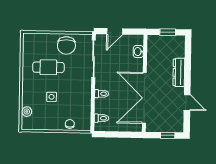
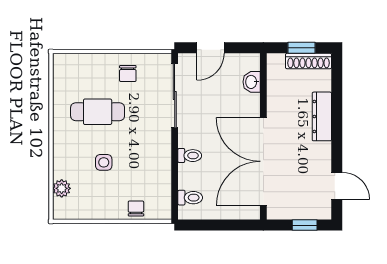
shoe rack: (172, 40) -> (309, 61), added
chair: (66, 45) -> (128, 74), width x0.54, depth x0.54
door: (187, 103) -> (337, 186), moved

